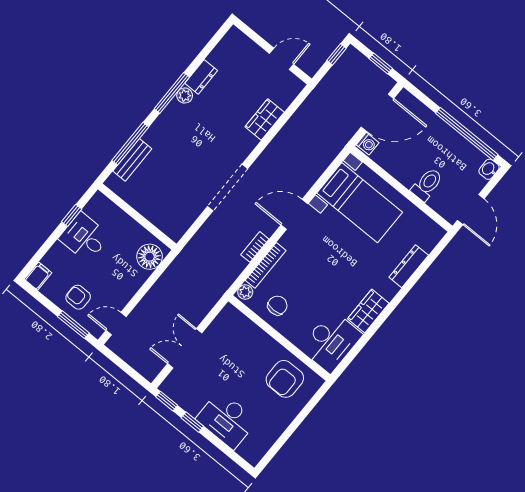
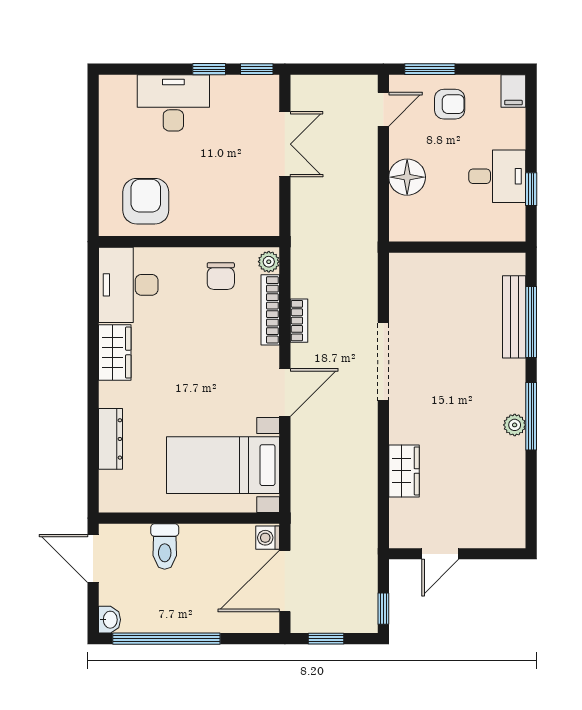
dresser: (201, 77) -> (513, 461), removed
bench: (132, 160) -> (514, 317), width x1.36
floor lamp: (150, 257) -> (407, 177), moved

